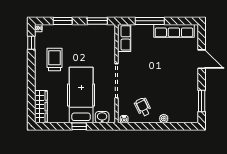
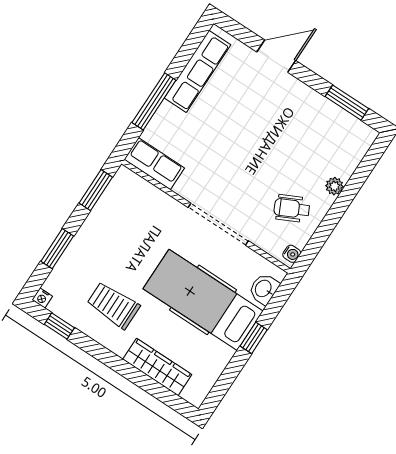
wardrobe: (41, 107) -> (157, 367), moved

